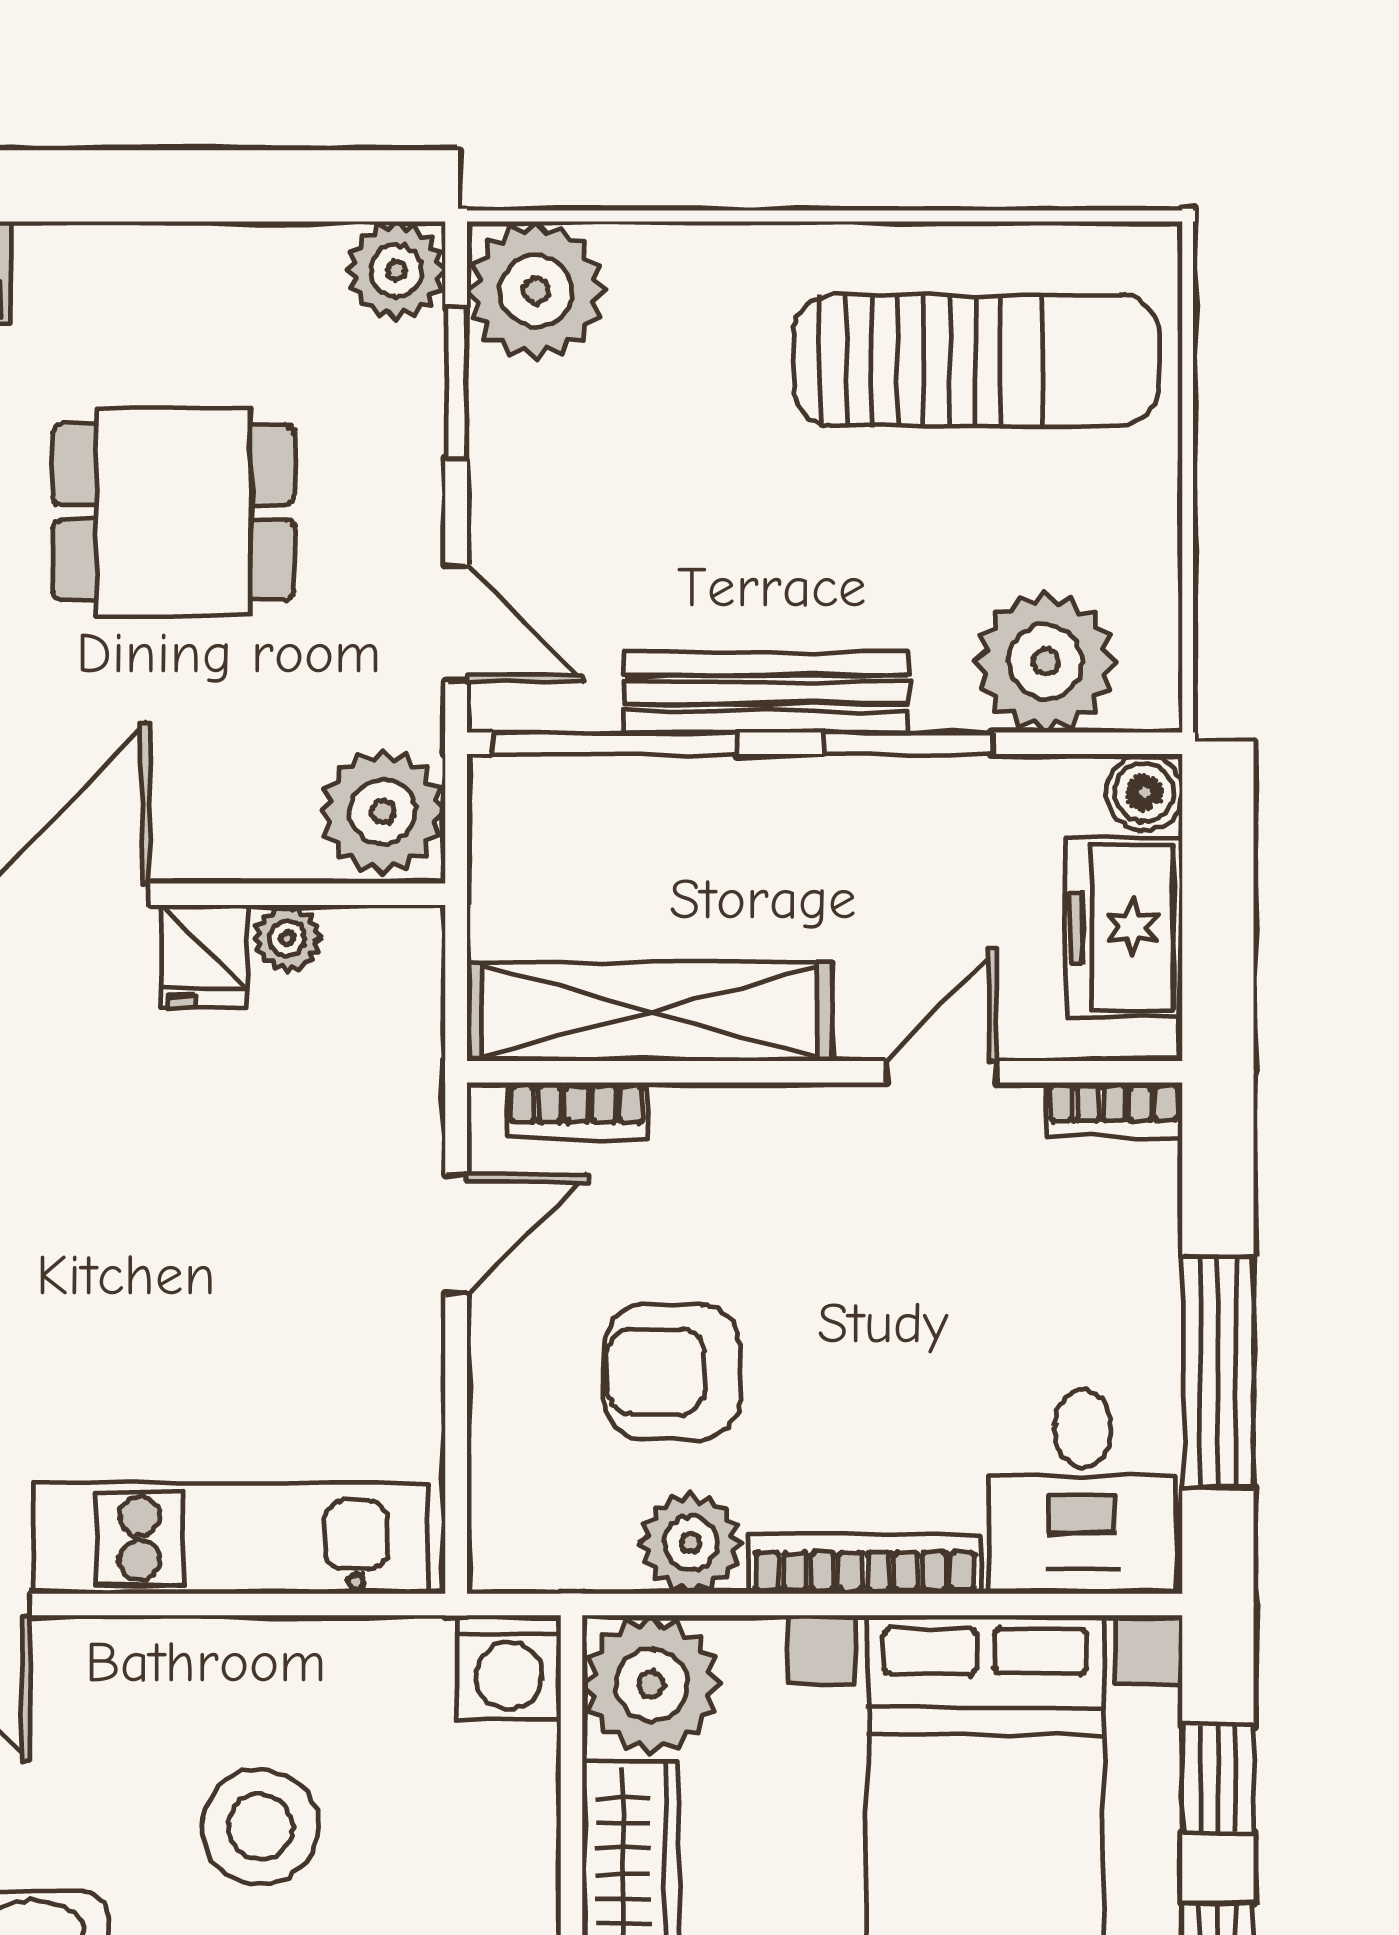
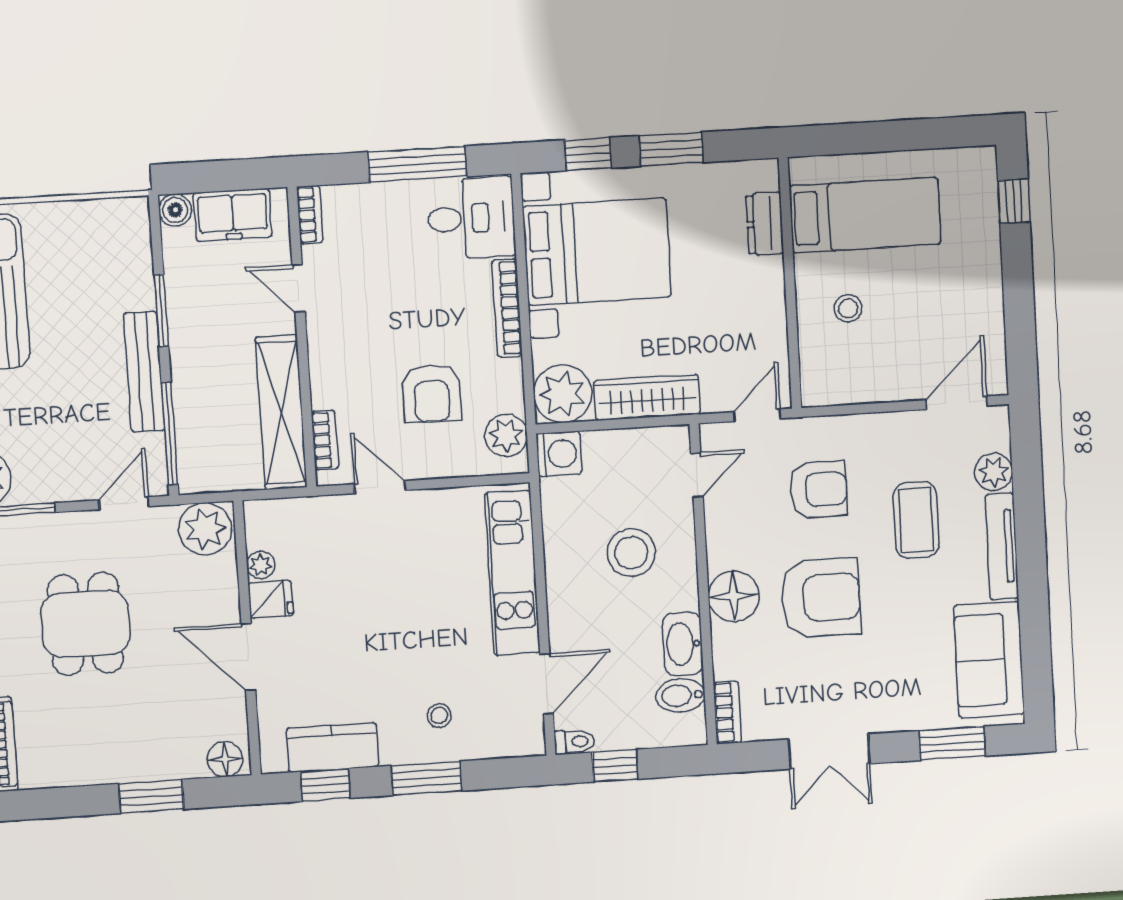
plant: (1046, 662) -> (123, 255), removed
plant: (691, 1543) -> (506, 435), moved

